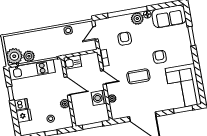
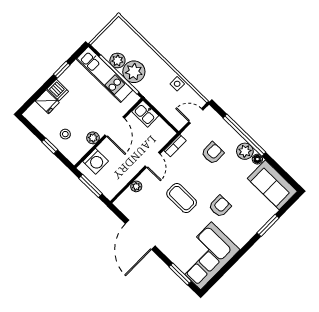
plant: (14, 56) -> (134, 72), moved
washing machine: (99, 98) -> (96, 161), moved, turned 180

